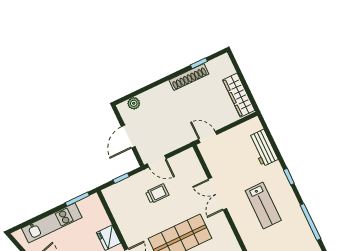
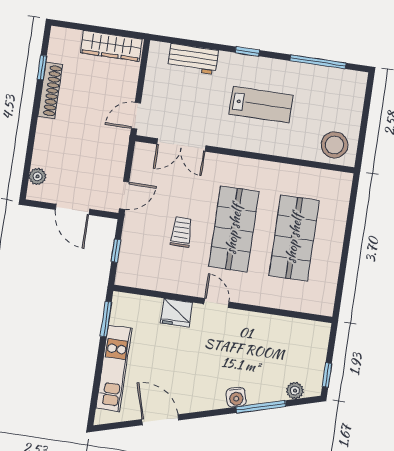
trolley: (157, 193) -> (181, 232), moved
double door: (218, 194) -> (181, 145), moved

